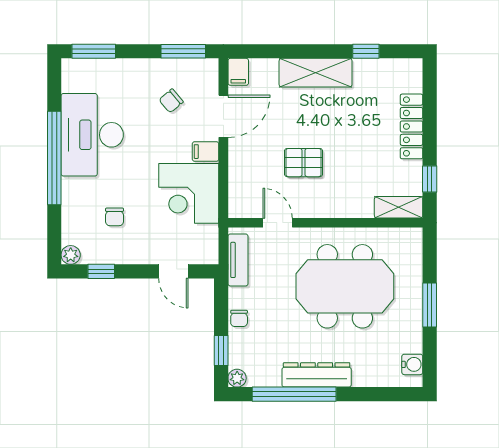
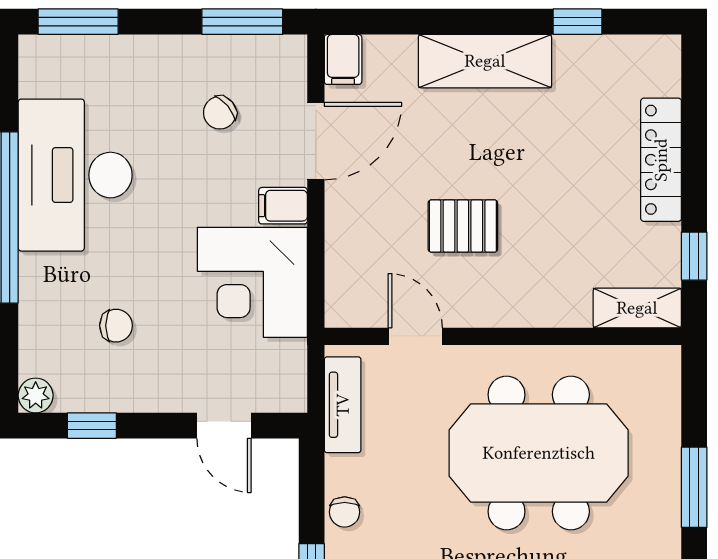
chair: (114, 217) -> (116, 326), turned -90

